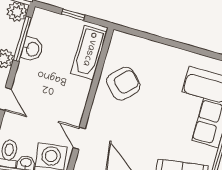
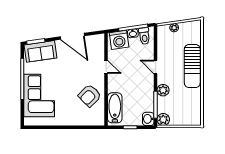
washbasin: (32, 49) -> (148, 119), moved
door: (79, 138) -> (106, 67), moved

